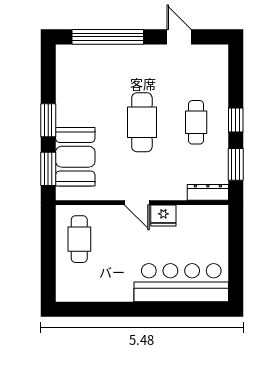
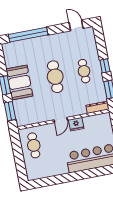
door: (179, 37) -> (76, 25), moved
booth: (75, 157) -> (19, 82), moved
door: (137, 203) -> (61, 120), hinge flipped

